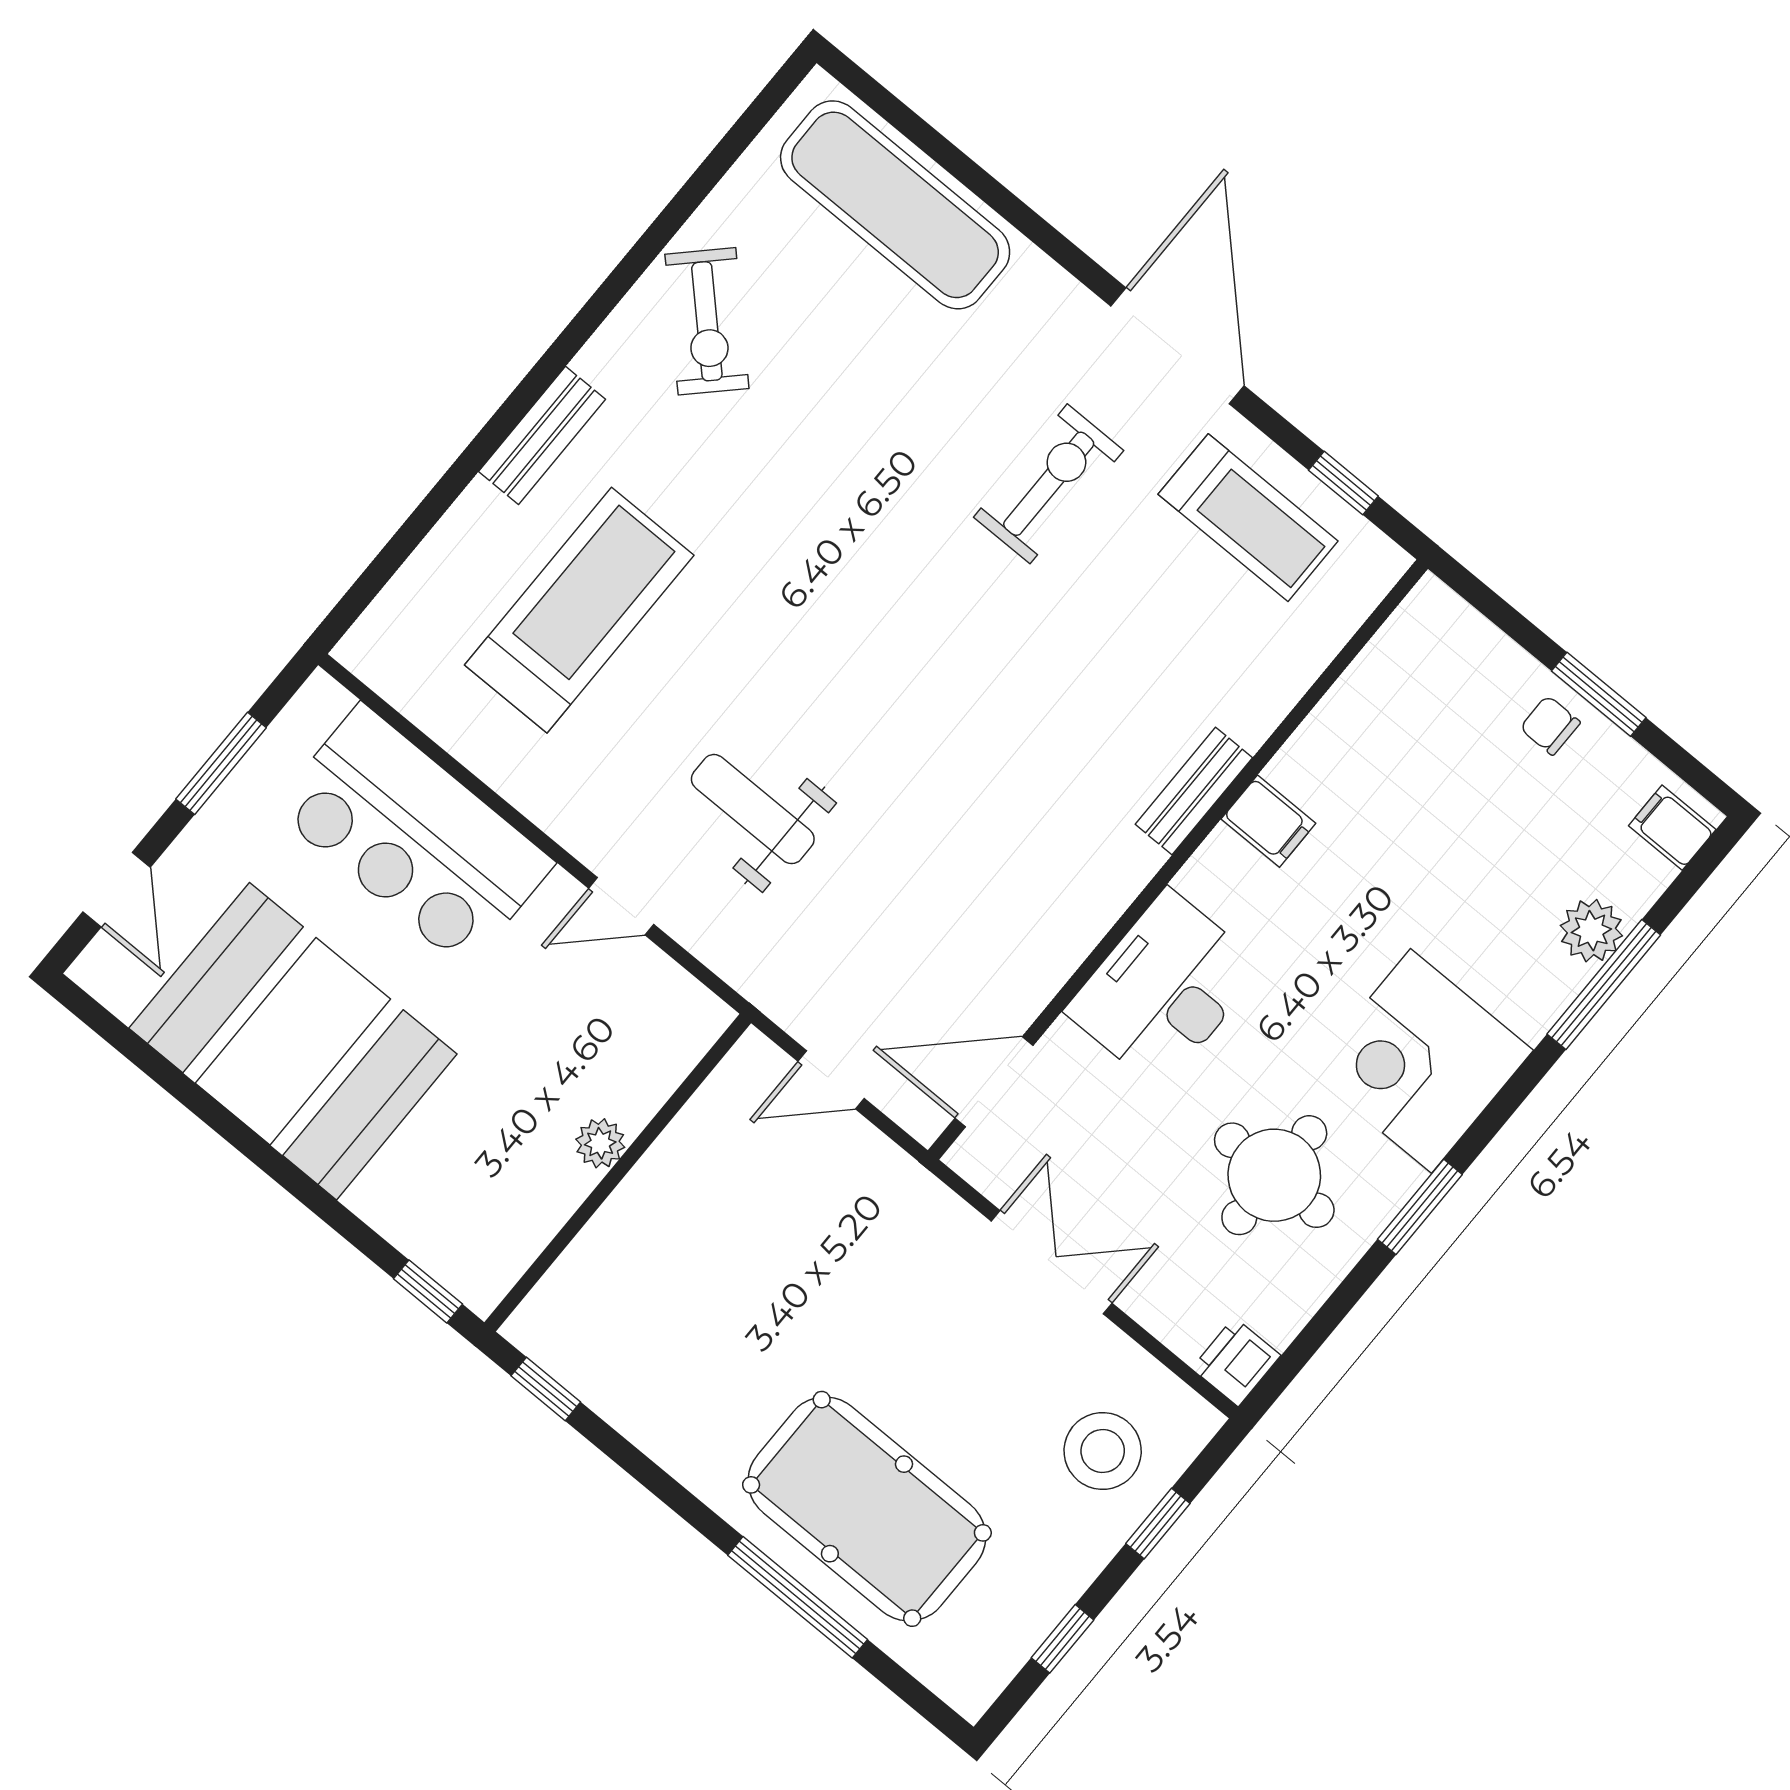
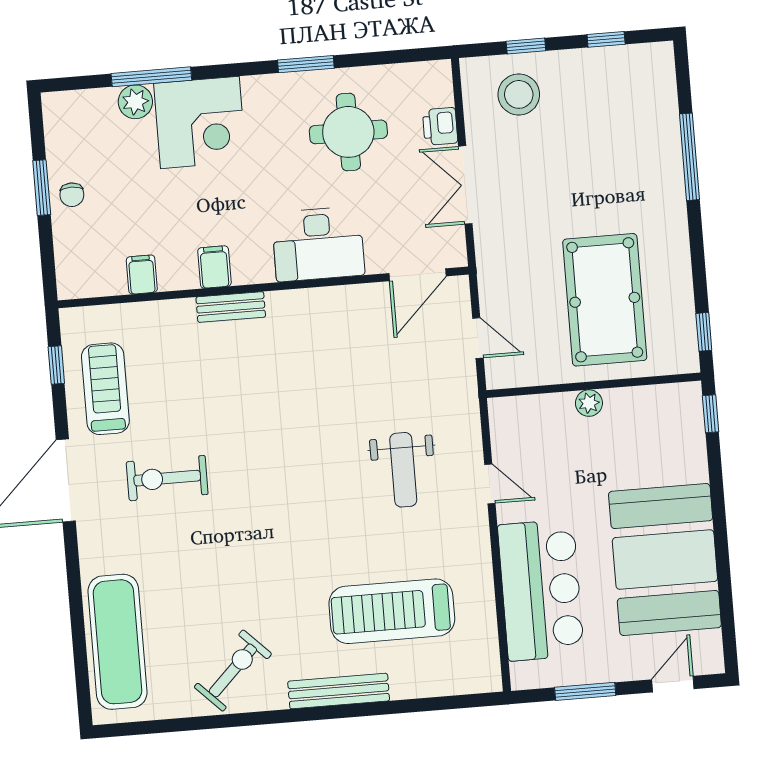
bench: (542, 435) -> (339, 691), width x1.36
filing cabinet: (1672, 828) -> (142, 275), moved, turned 180
corner desk: (1421, 1061) -> (200, 122), moved
door: (994, 1082) -> (418, 275), hinge flipped
printer: (1236, 1362) -> (440, 126), moved, turned 90
pool table: (867, 1509) -> (605, 300), moved

